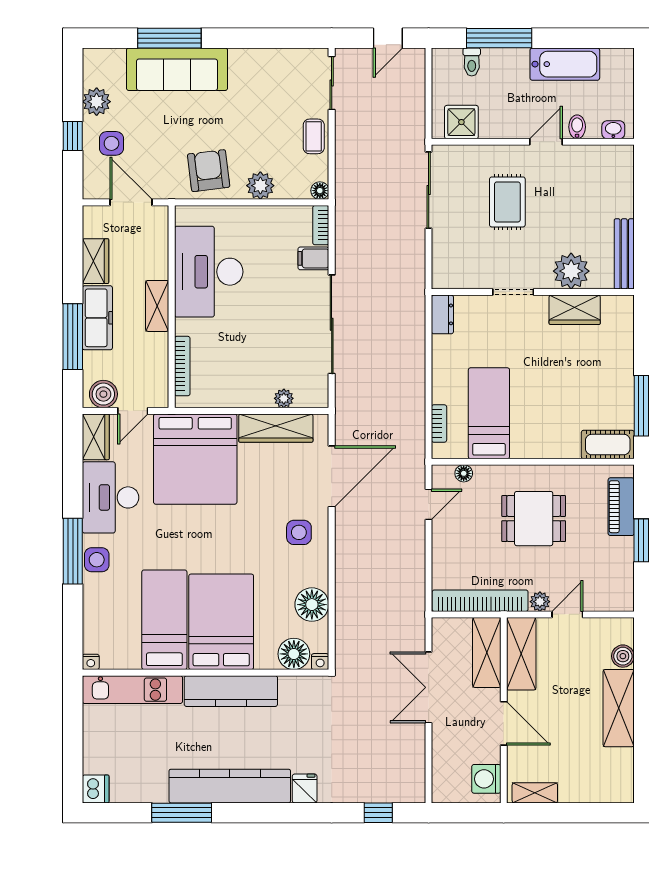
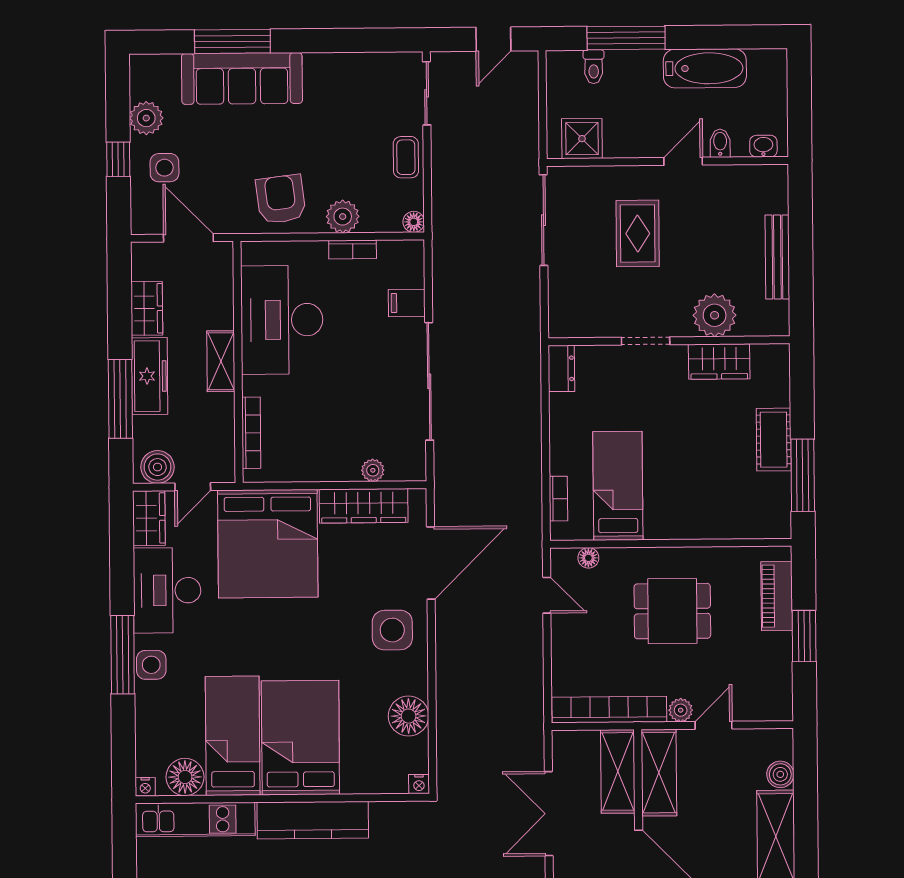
bookcase: (321, 225) -> (353, 249), moved, turned -90
bench: (624, 254) -> (777, 257), moved
cot: (608, 445) -> (774, 440), moved, turned 90
door: (429, 504) -> (547, 595), hinge flipped
side table: (299, 532) -> (392, 630), width x1.37, depth x1.37
floor lamp: (294, 654) -> (185, 777), moved

